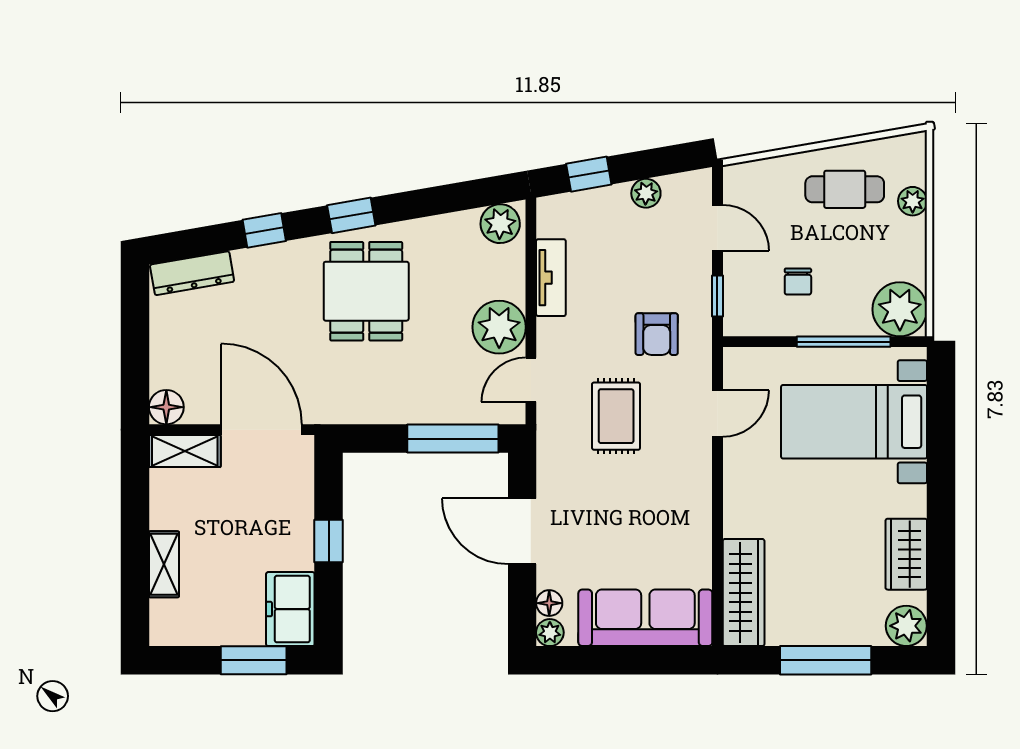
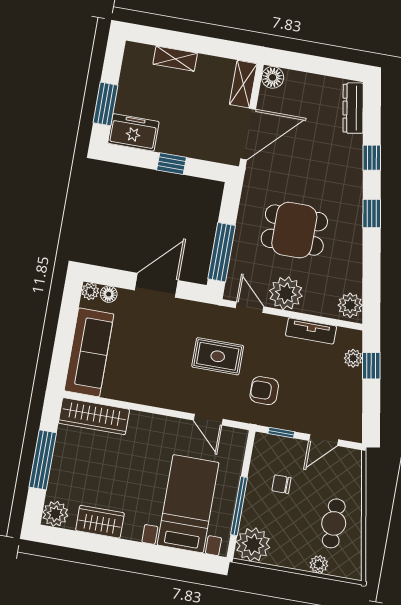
plant: (646, 193) -> (353, 358), moved
dining table: (366, 291) -> (294, 230), moved

